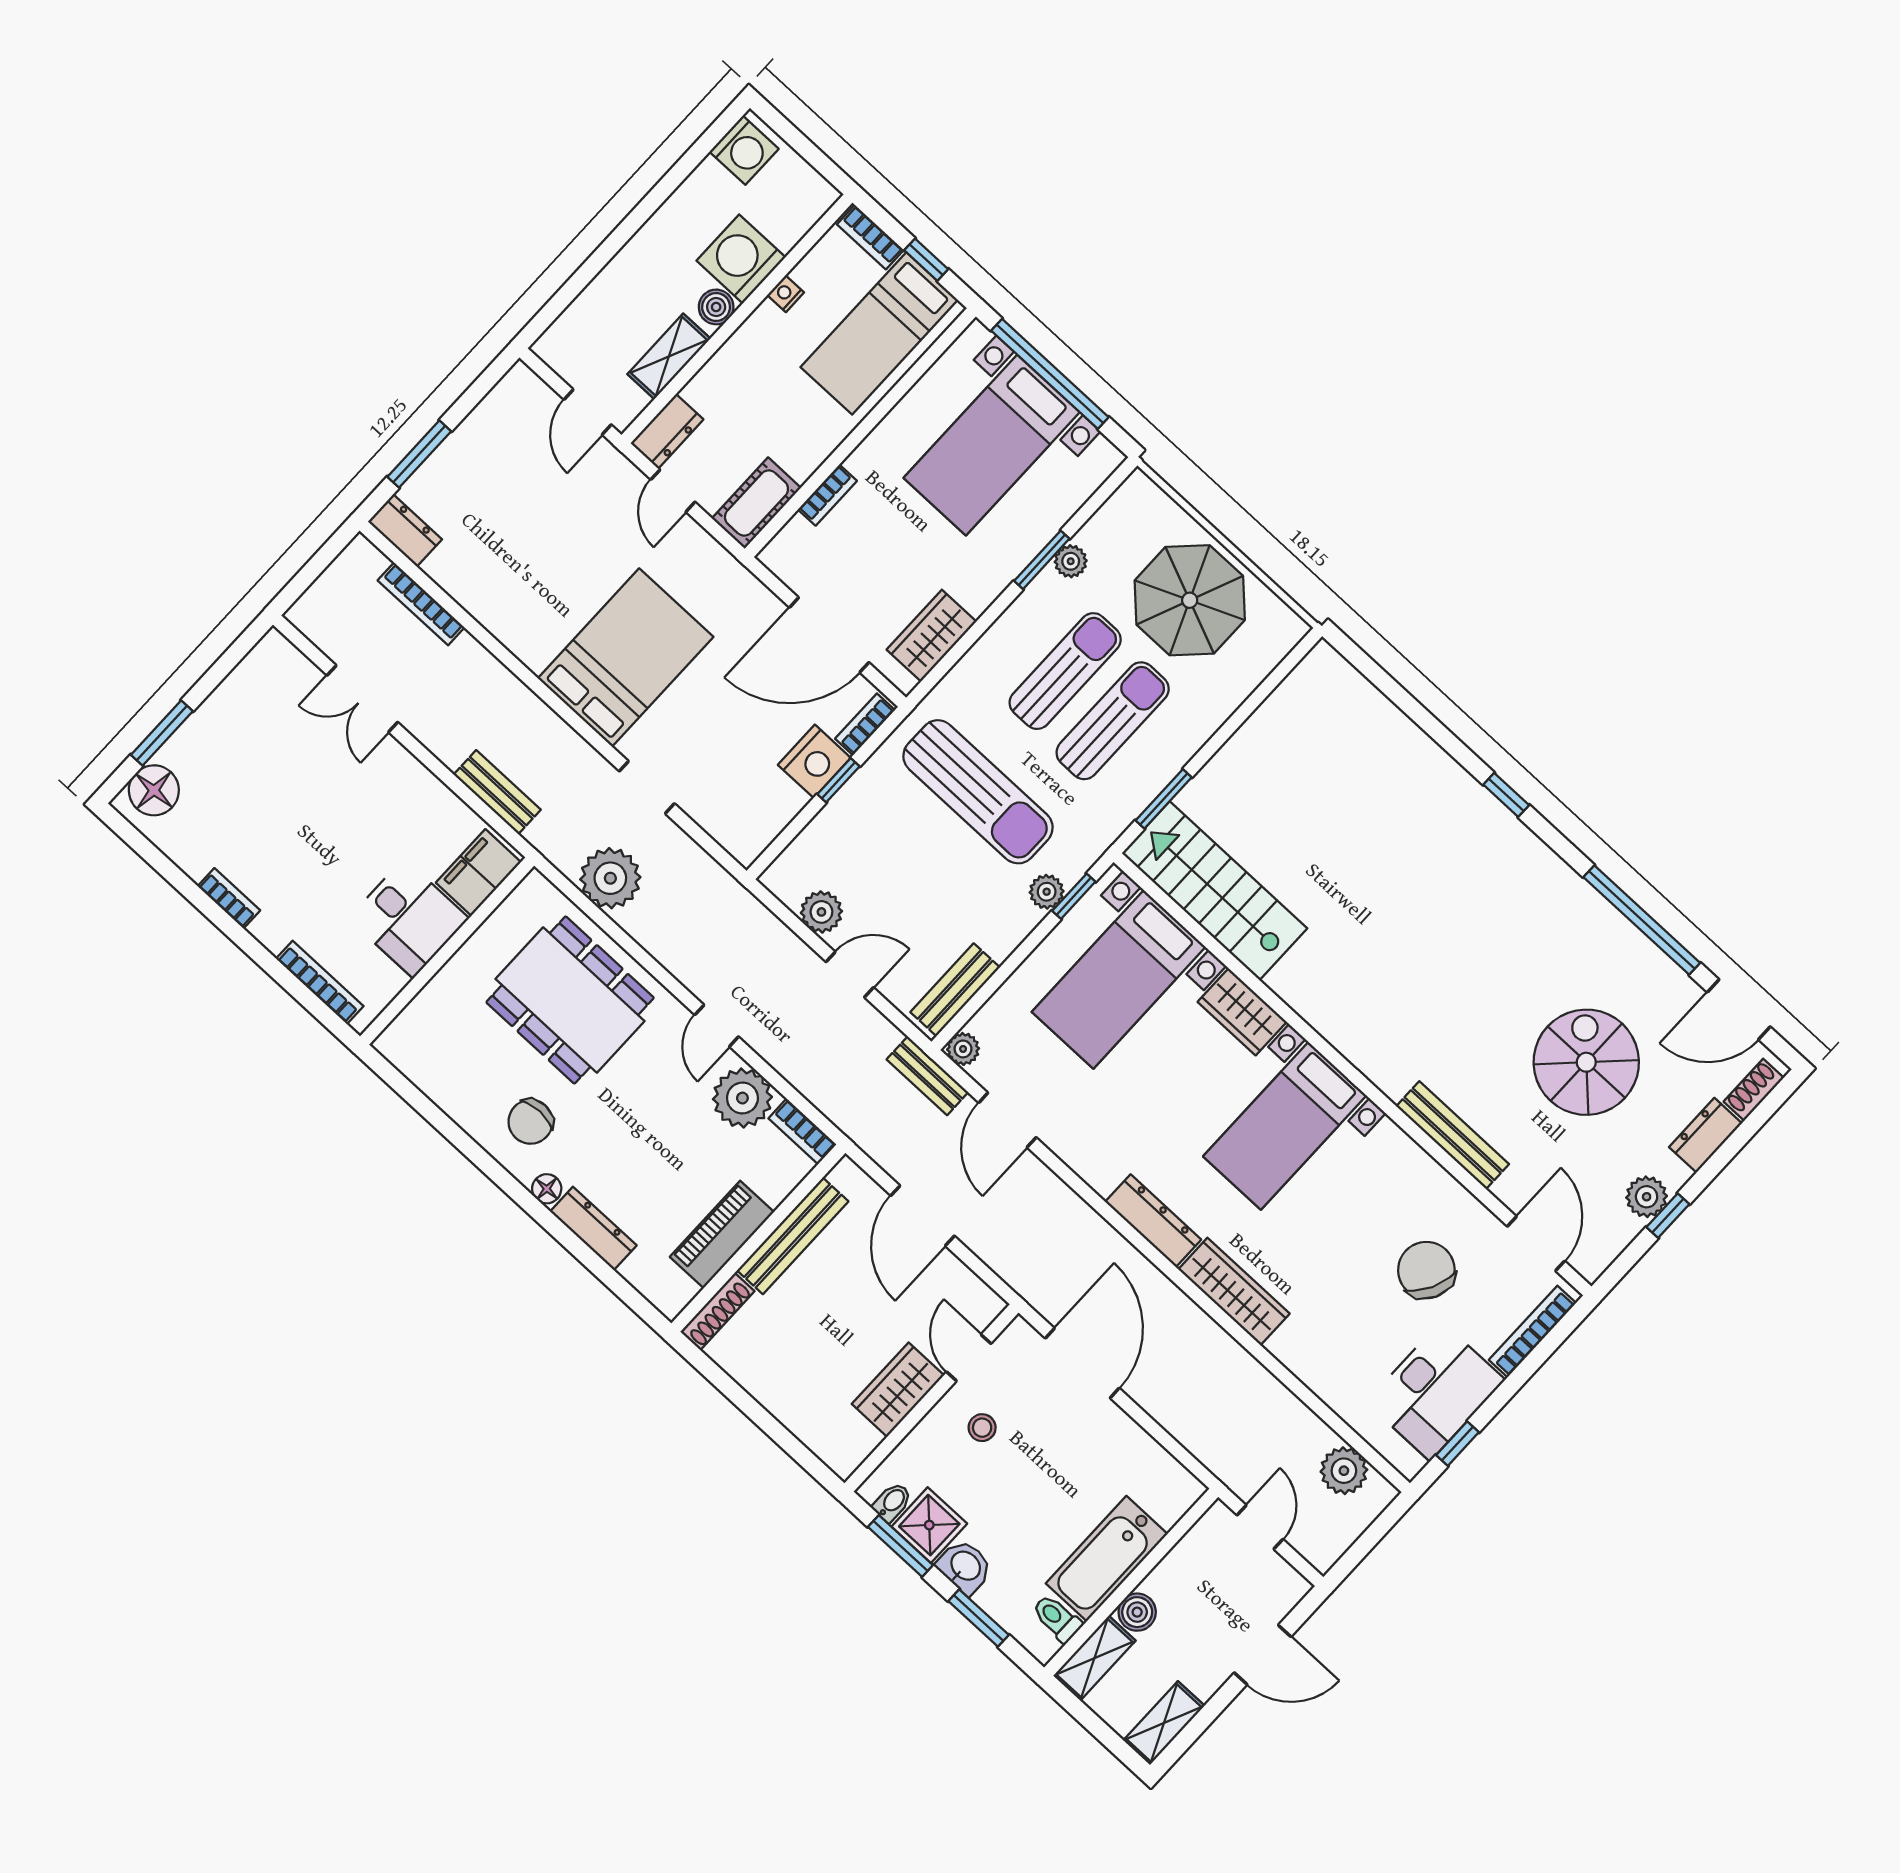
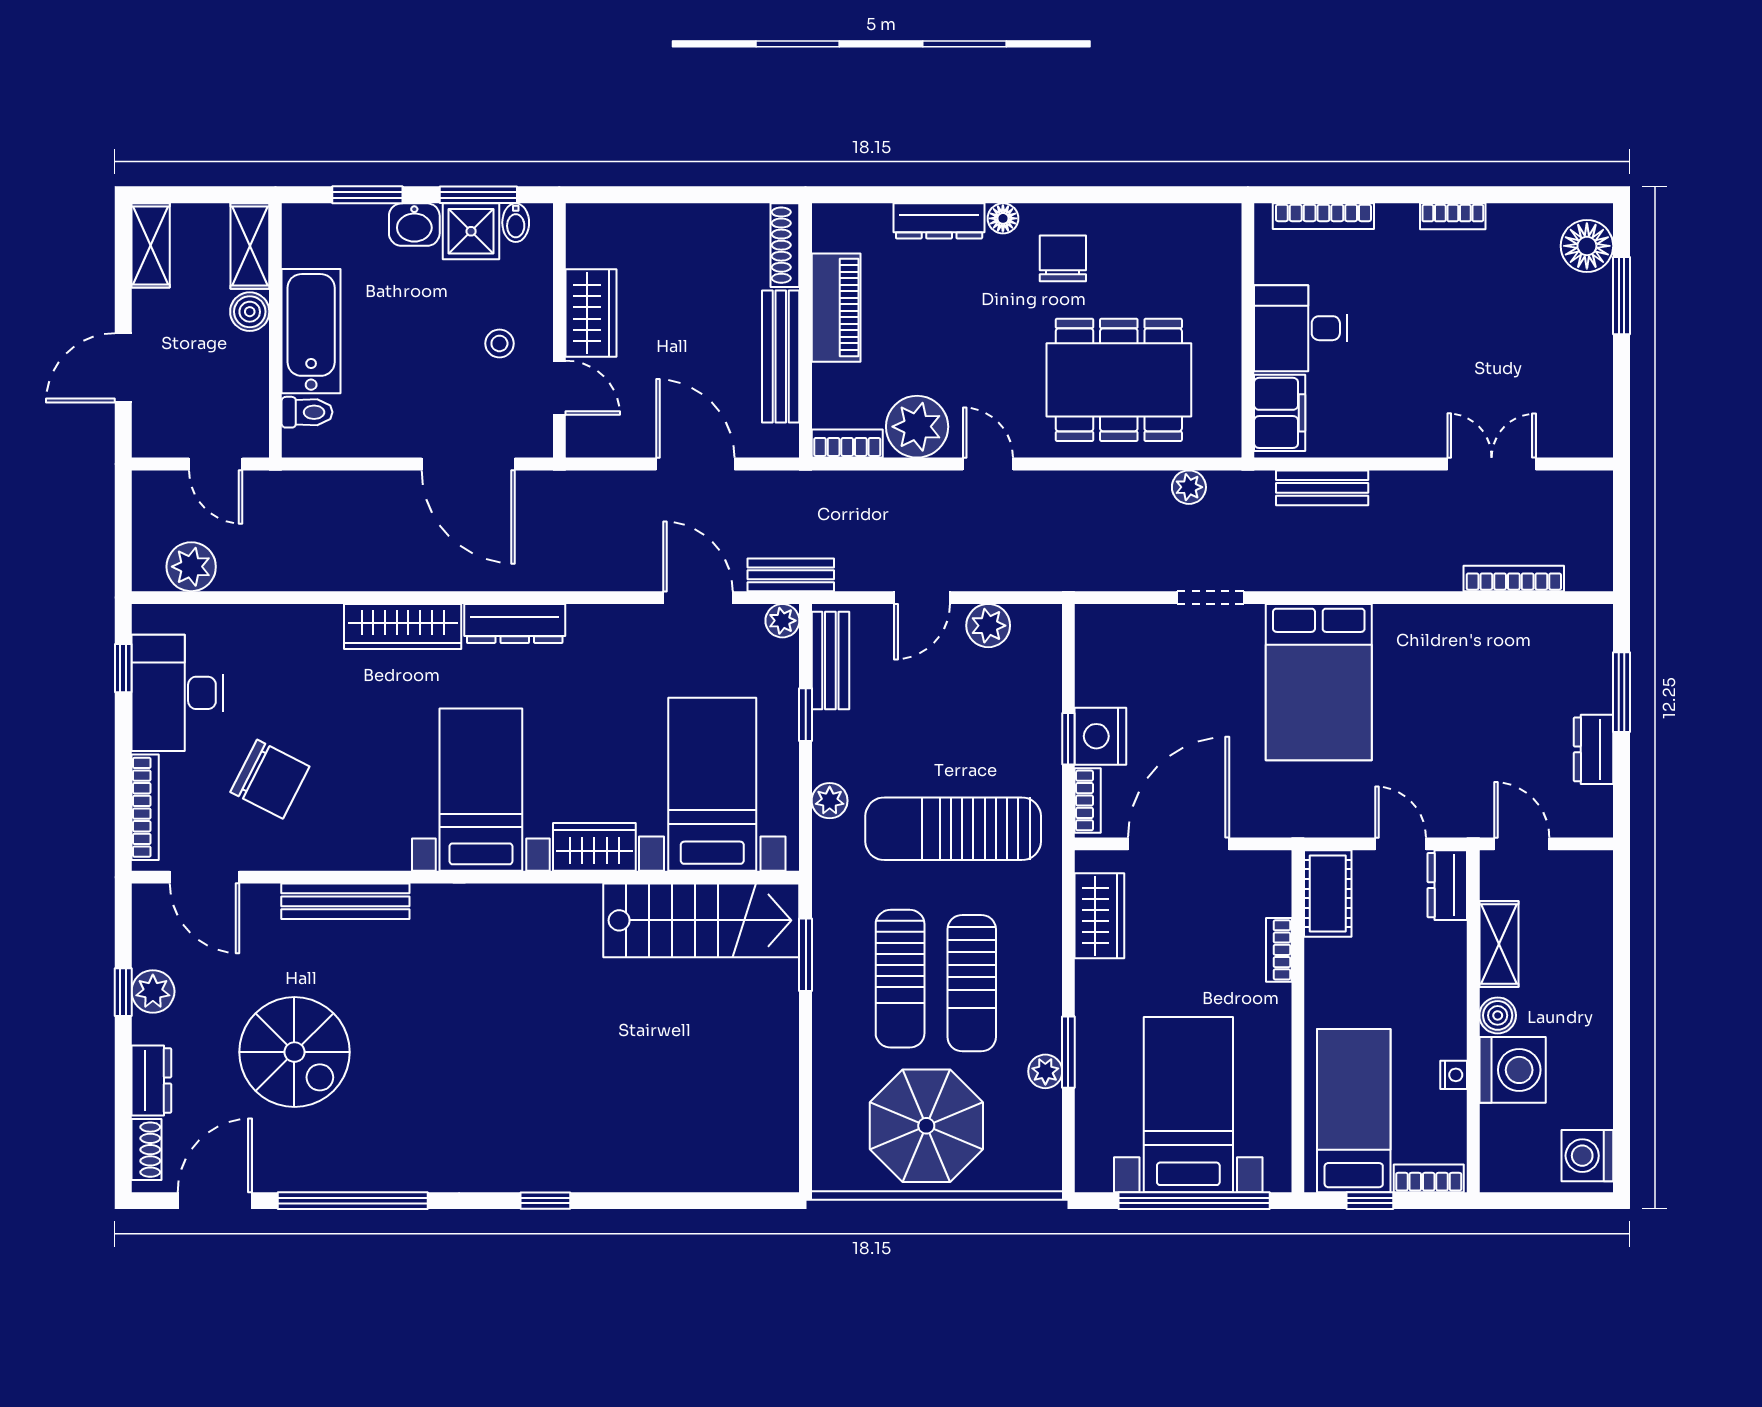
dresser: (405, 530) -> (1593, 749), moved, turned 90
plant: (610, 878) -> (1189, 487), width x0.53, depth x0.53
window: (1074, 896) -> (806, 715), moved
toilet: (1057, 1618) -> (307, 412), moved

